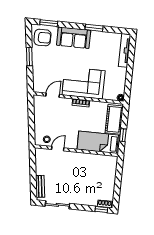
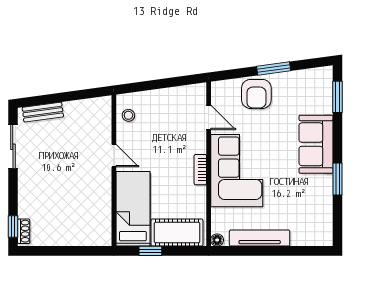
armchair: (42, 38) -> (256, 94), moved
tv unit: (125, 50) -> (260, 238), moved
door: (58, 149) -> (114, 156), moved

